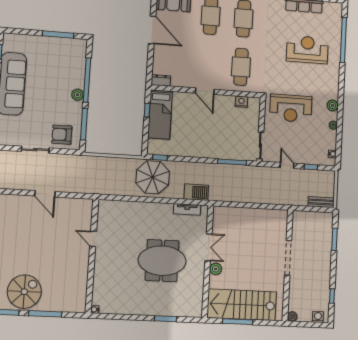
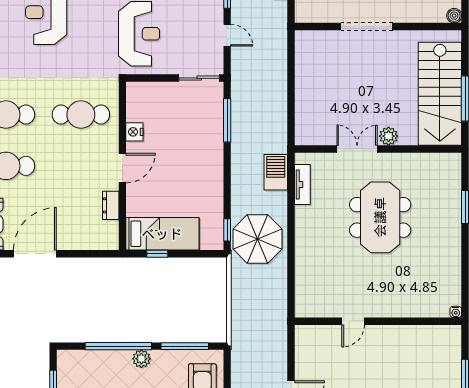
dresser: (161, 80) -> (111, 205), moved
nightstand: (241, 102) -> (134, 132), moved
door: (287, 165) -> (227, 35), swing flipped

